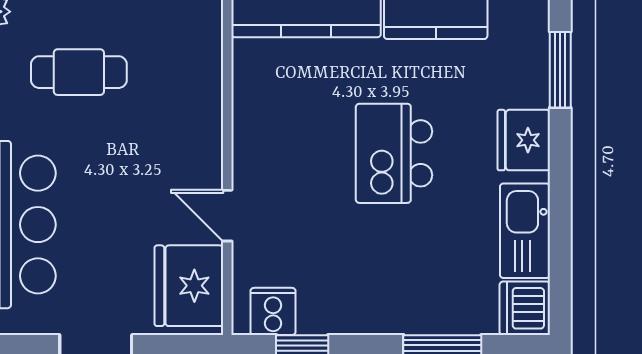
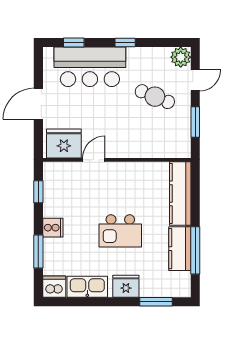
cafe table: (79, 72) -> (155, 97), turned -68
kitchen island: (394, 153) -> (120, 231), turned 180
cooker: (273, 311) -> (53, 228), moved

